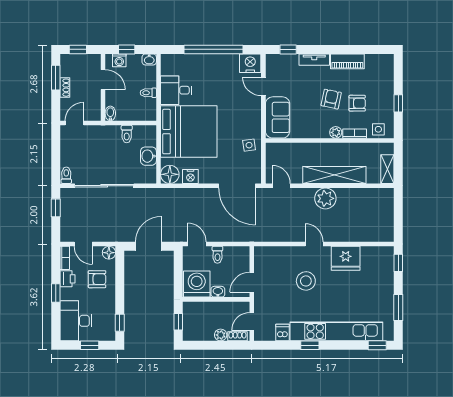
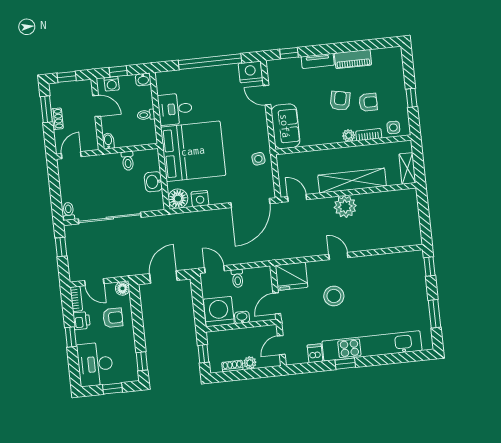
door: (237, 186) -> (250, 203), hinge flipped
fridge: (346, 258) -> (291, 276), moved
shoe rack: (237, 336) -> (232, 366), moved
window: (377, 345) -> (417, 356), removed

